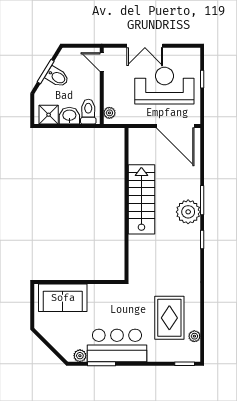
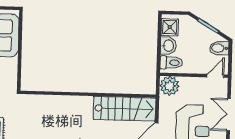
bidet: (57, 77) -> (219, 48), moved, turned 59
plant: (109, 113) -> (170, 86), width x1.88, depth x1.88
stairs: (141, 199) -> (124, 109), moved

